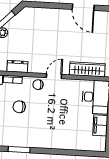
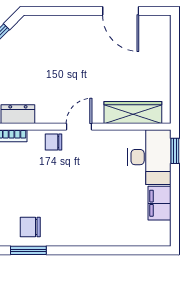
chair: (19, 107) -> (30, 227), moved

